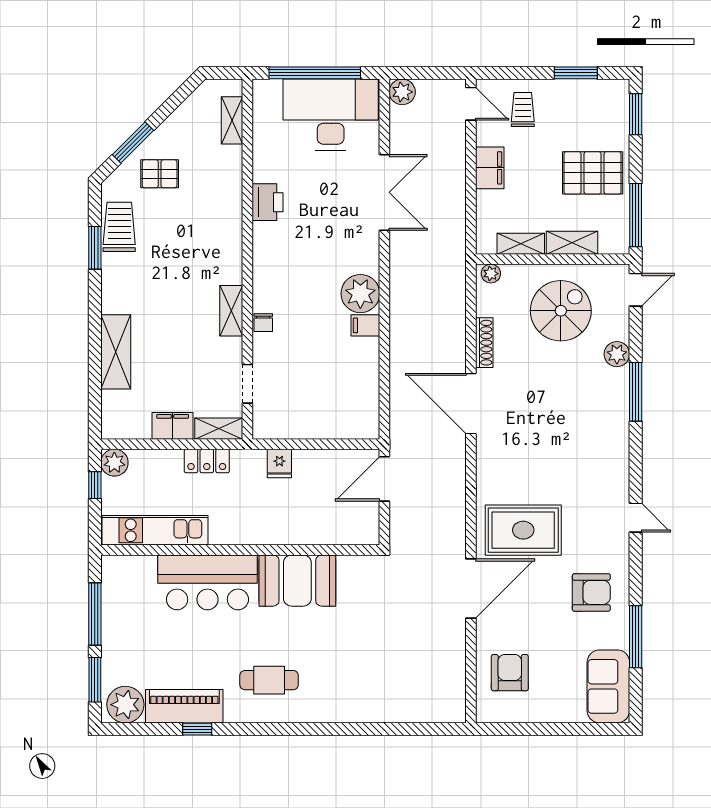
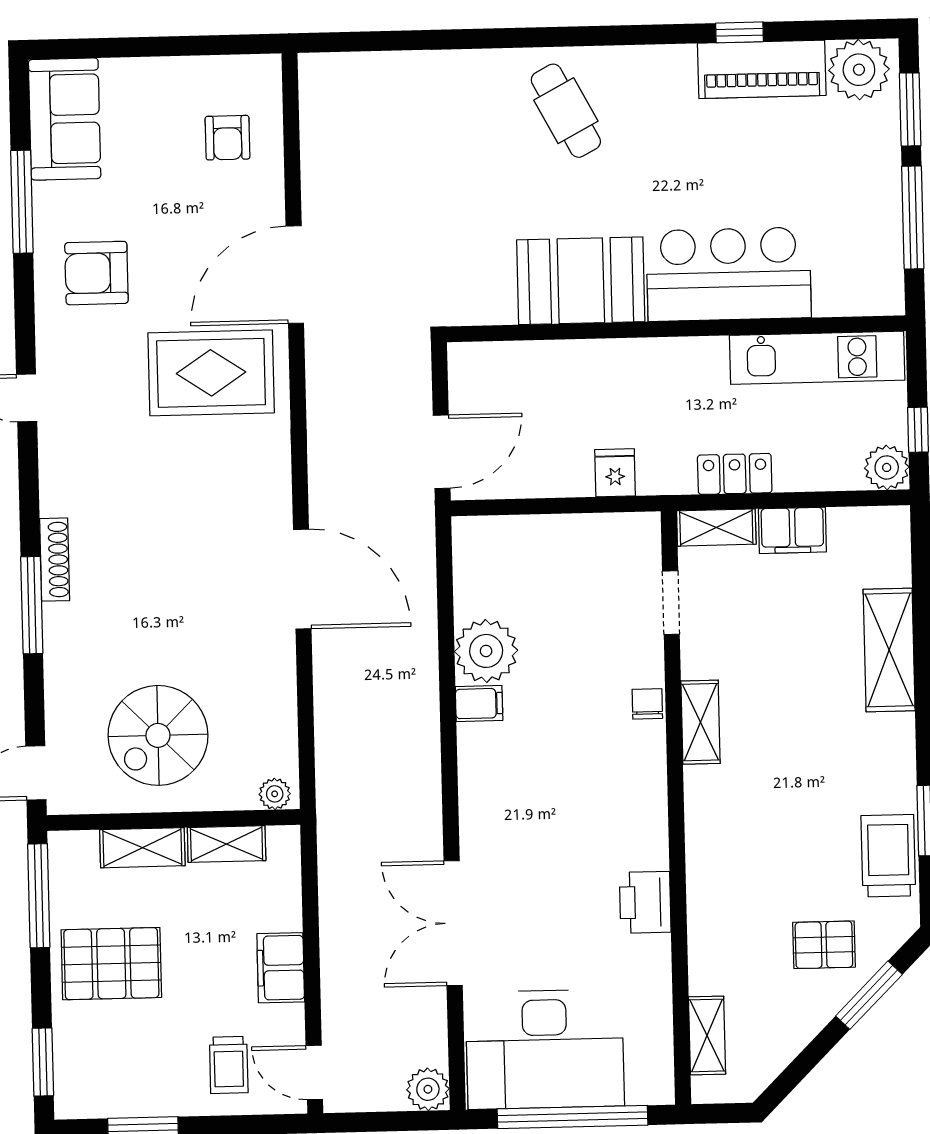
trolley: (119, 227) -> (888, 856), turned 180
plant: (360, 294) -> (486, 651), moved
shoe rack: (484, 343) -> (55, 560), moved, turned 180
plant: (617, 354) -> (64, 666), removed
armchair: (510, 673) -> (227, 138), width x0.72, depth x0.72
cafe table: (269, 680) -> (566, 111), moved, turned 62

